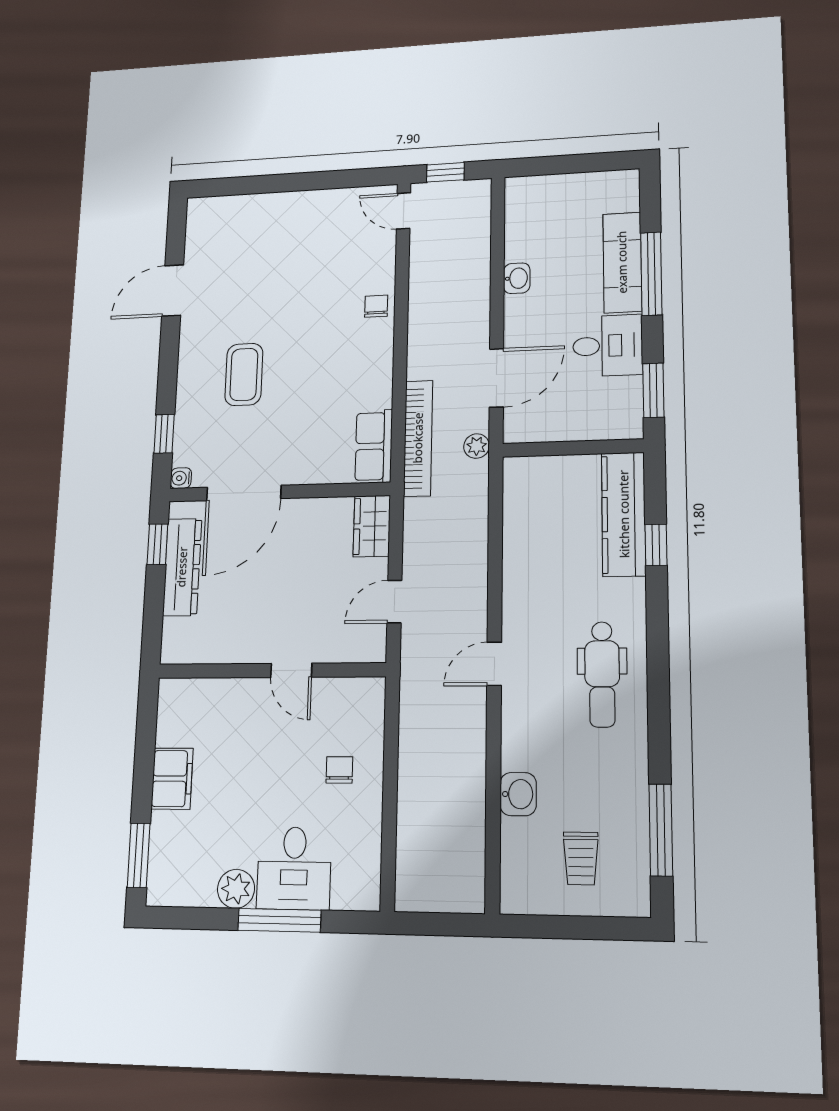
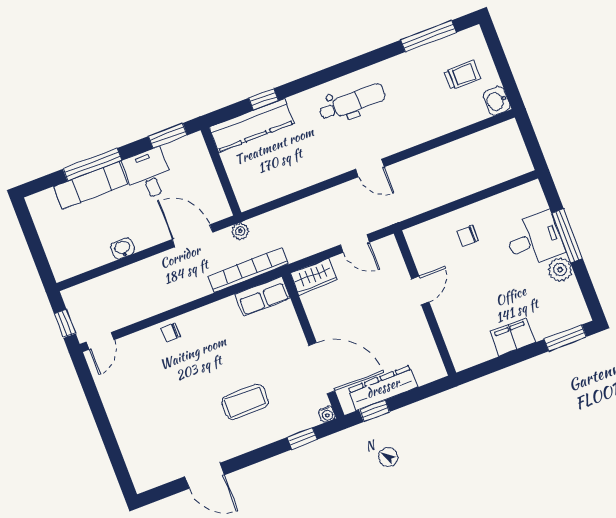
washbasin: (518, 794) -> (497, 101), moved, turned -90

